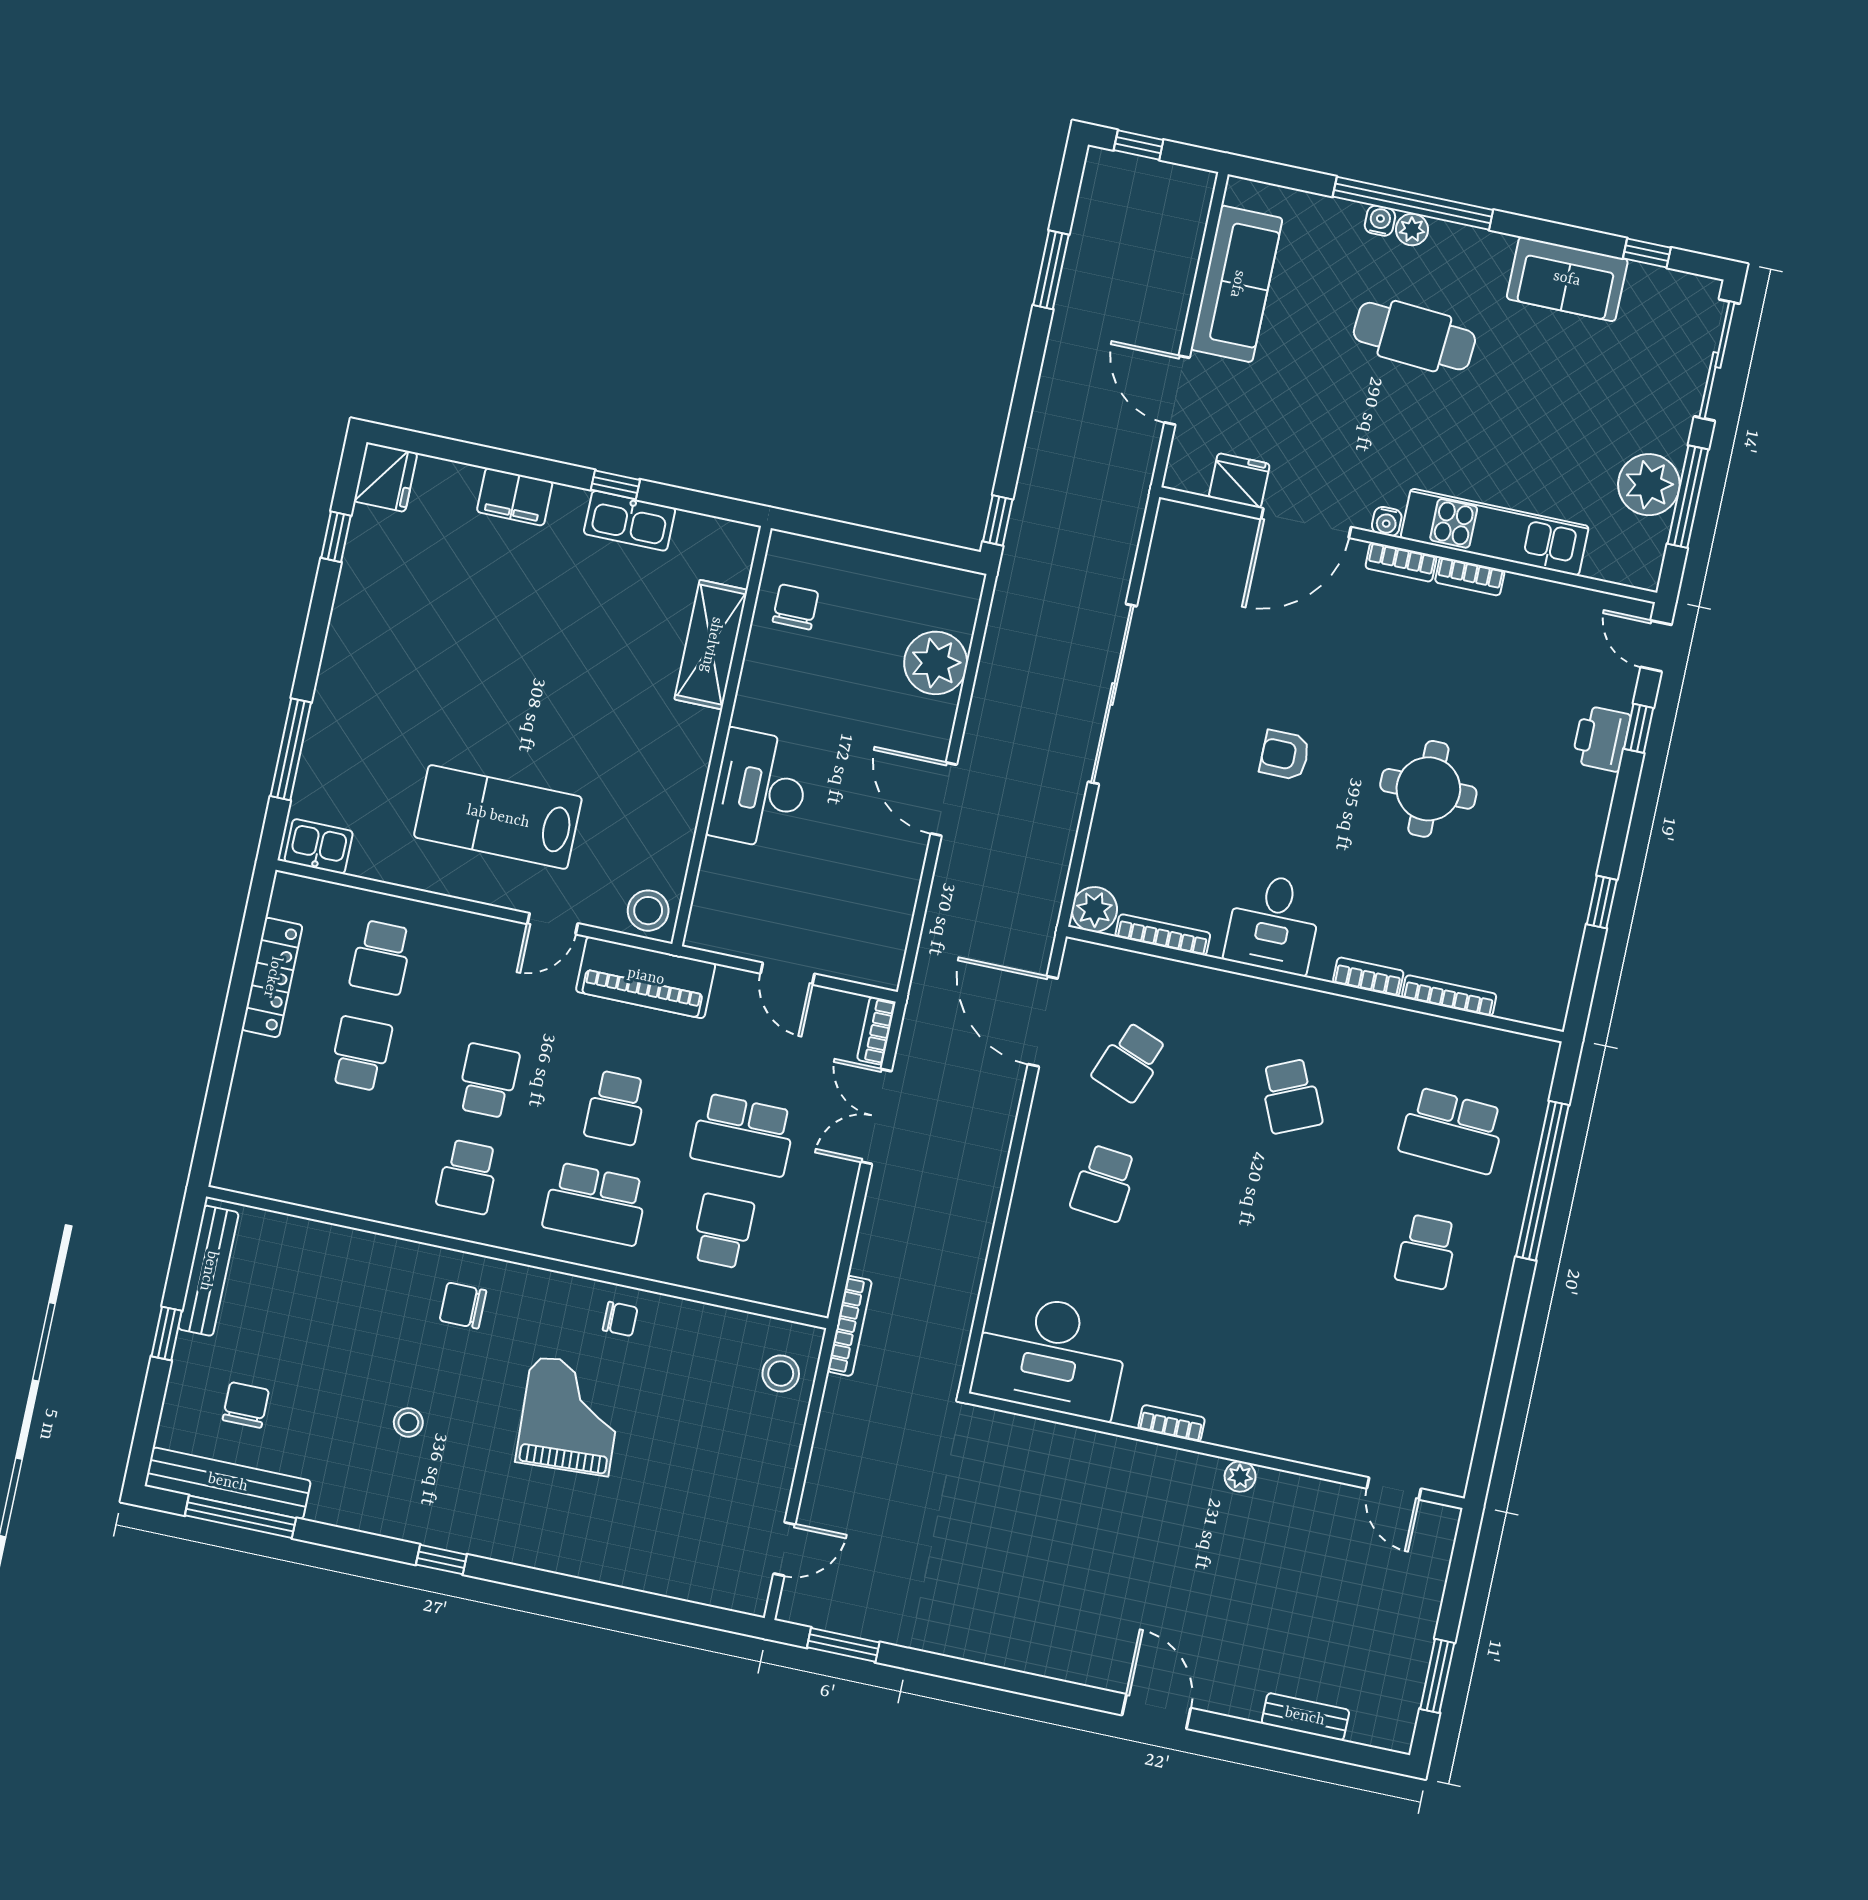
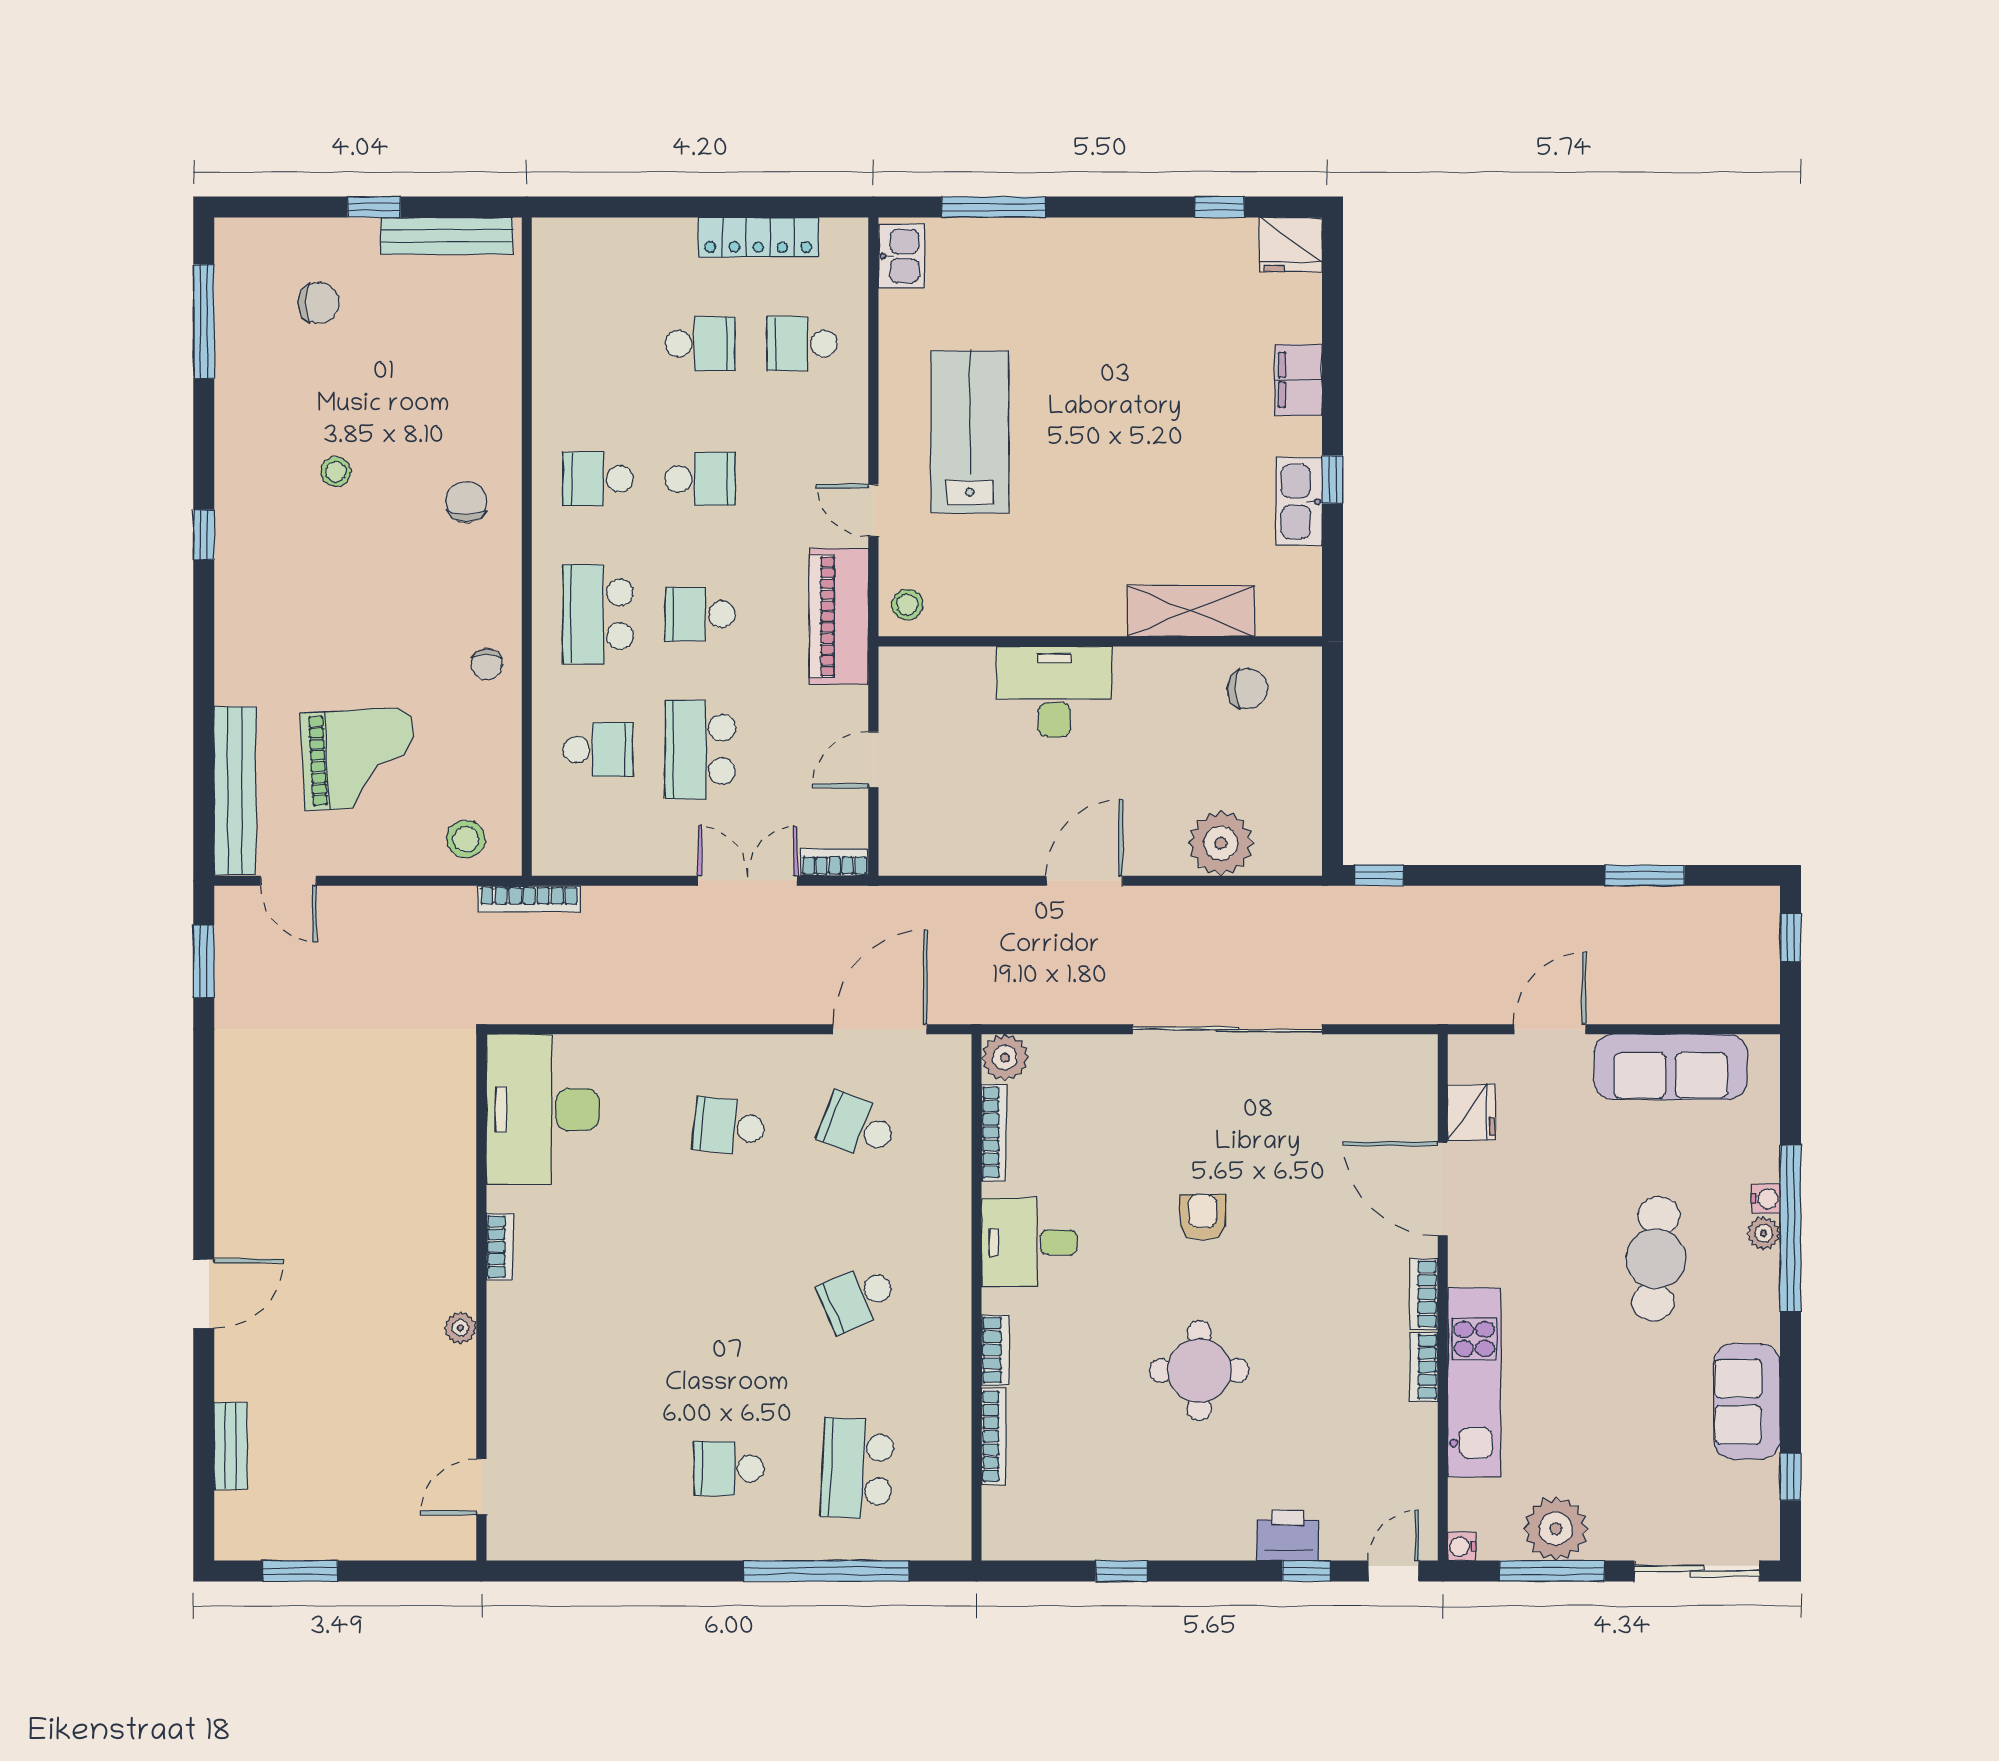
water cooler: (1387, 521) -> (1462, 1547), moved
stool: (648, 911) -> (907, 605), width x0.73, depth x0.73
grand piano: (570, 1416) -> (359, 759), moved
bench: (228, 1483) -> (235, 791), moved

